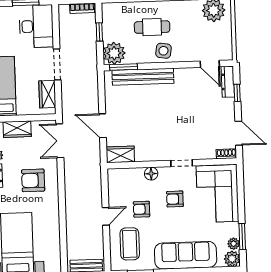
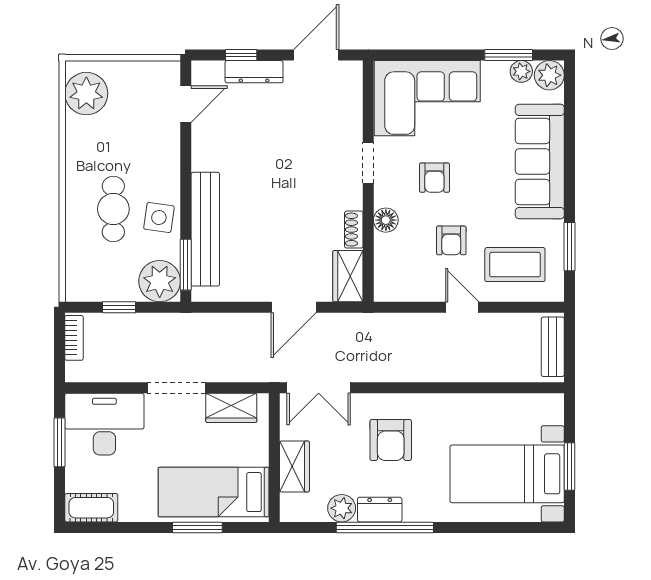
side table: (163, 51) -> (159, 217), moved
dresser: (228, 82) -> (254, 72), moved
shoe rack: (226, 154) -> (354, 230), moved

